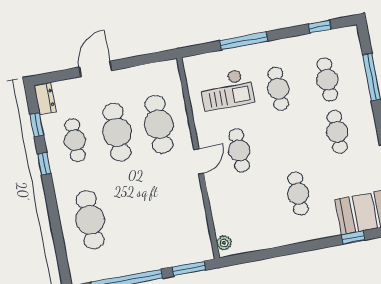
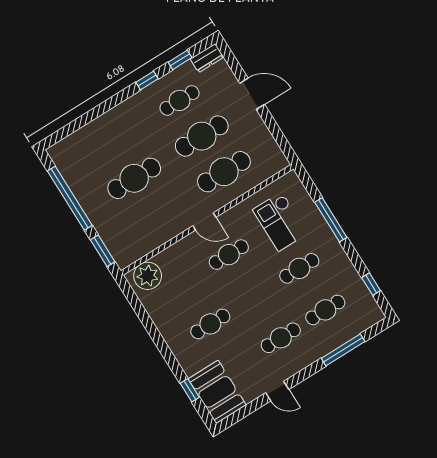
cafe table: (90, 220) -> (134, 178), moved
plant: (224, 243) -> (148, 276), width x1.88, depth x1.88

